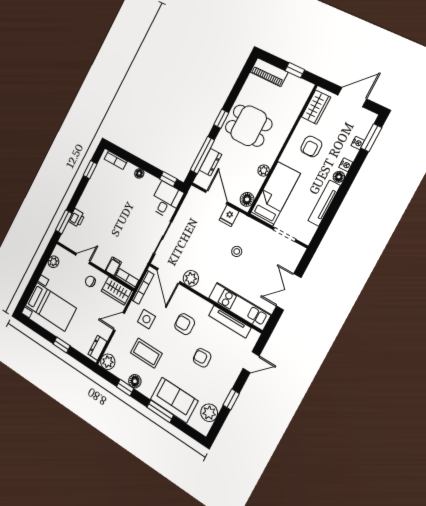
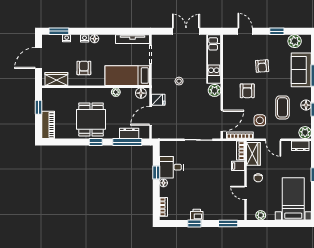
door: (352, 97) -> (39, 58), hinge flipped
armchair: (311, 146) -> (84, 68), turned -90
window: (90, 170) -> (194, 224), moved
window: (168, 179) -> (156, 172), moved
desk: (166, 200) -> (171, 167), moved
tv unit: (324, 203) -> (133, 39), moved
printer: (77, 218) -> (197, 215), moved
plant: (191, 278) -> (215, 90), moved
double door: (289, 292) -> (186, 31), swing flipped
tv unit: (230, 322) -> (227, 60), removed

